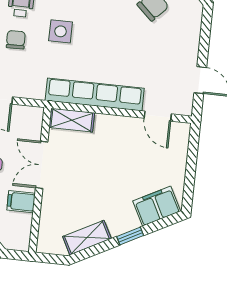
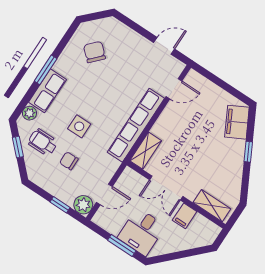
shelving: (87, 238) -> (212, 206), moved, turned -62

